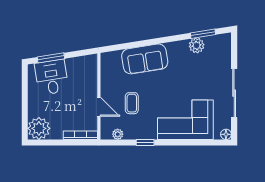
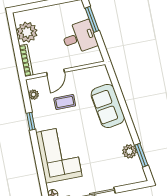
desk: (52, 77) -> (79, 37), moved
plant: (39, 128) -> (27, 32), moved

